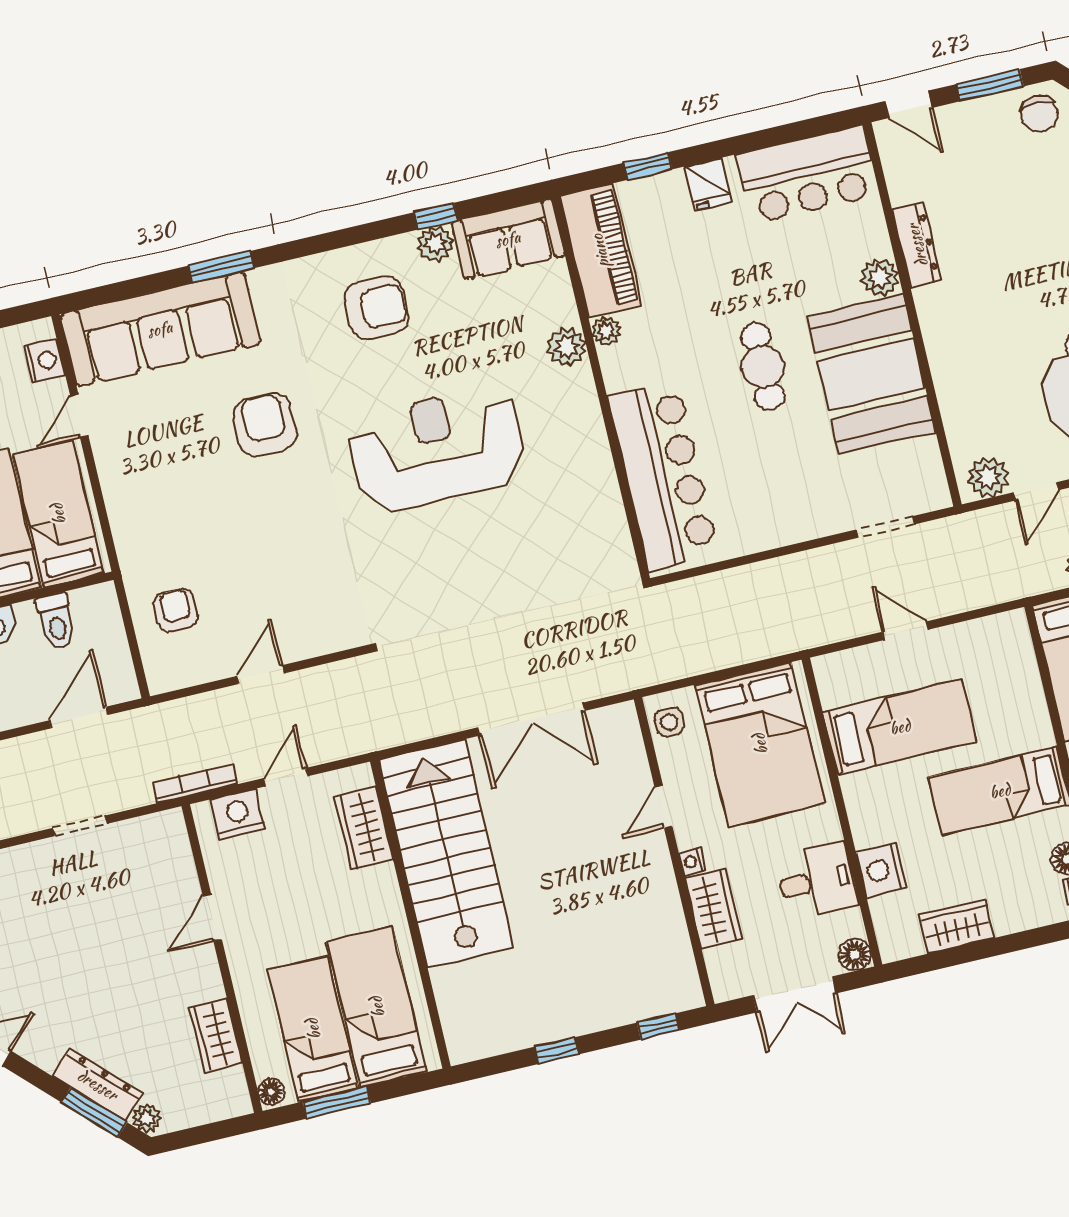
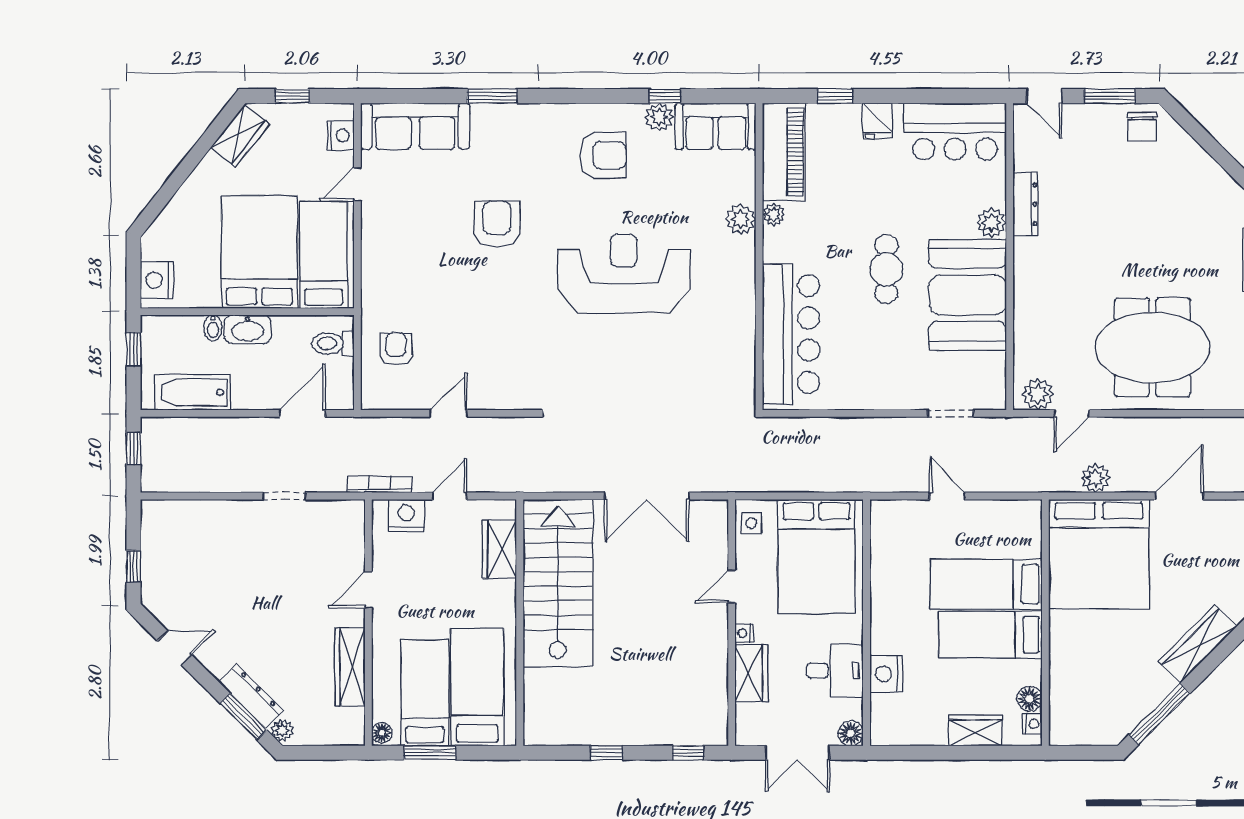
sofa: (160, 329) -> (415, 126), width x0.74, depth x0.79
toilet: (56, 621) -> (333, 344), moved, turned 90
bed: (900, 727) -> (986, 584), moved, turned 180
wardrobe: (956, 927) -> (976, 730), moved
wardrobe: (216, 1035) -> (350, 667), width x1.50

